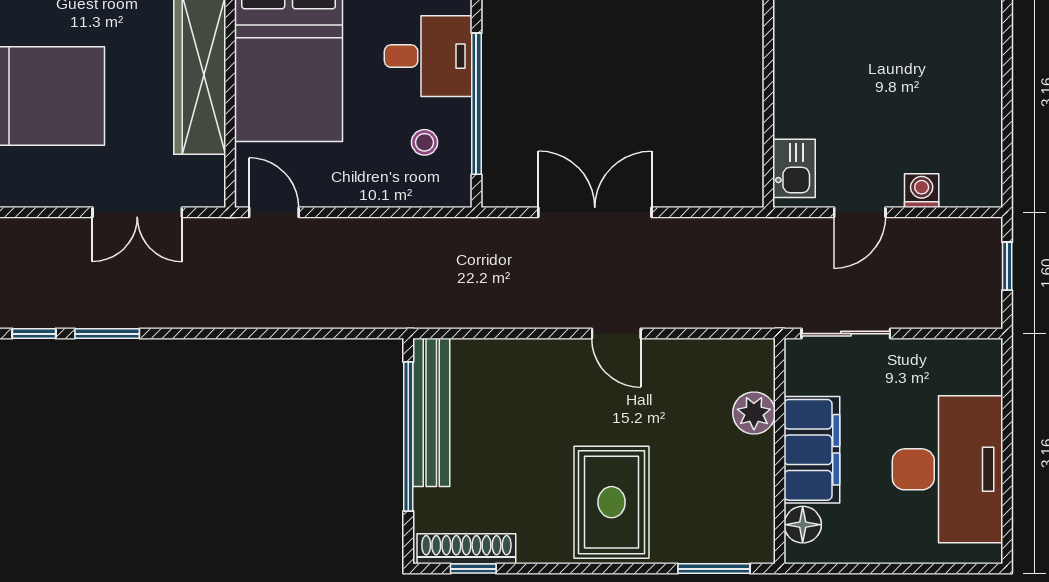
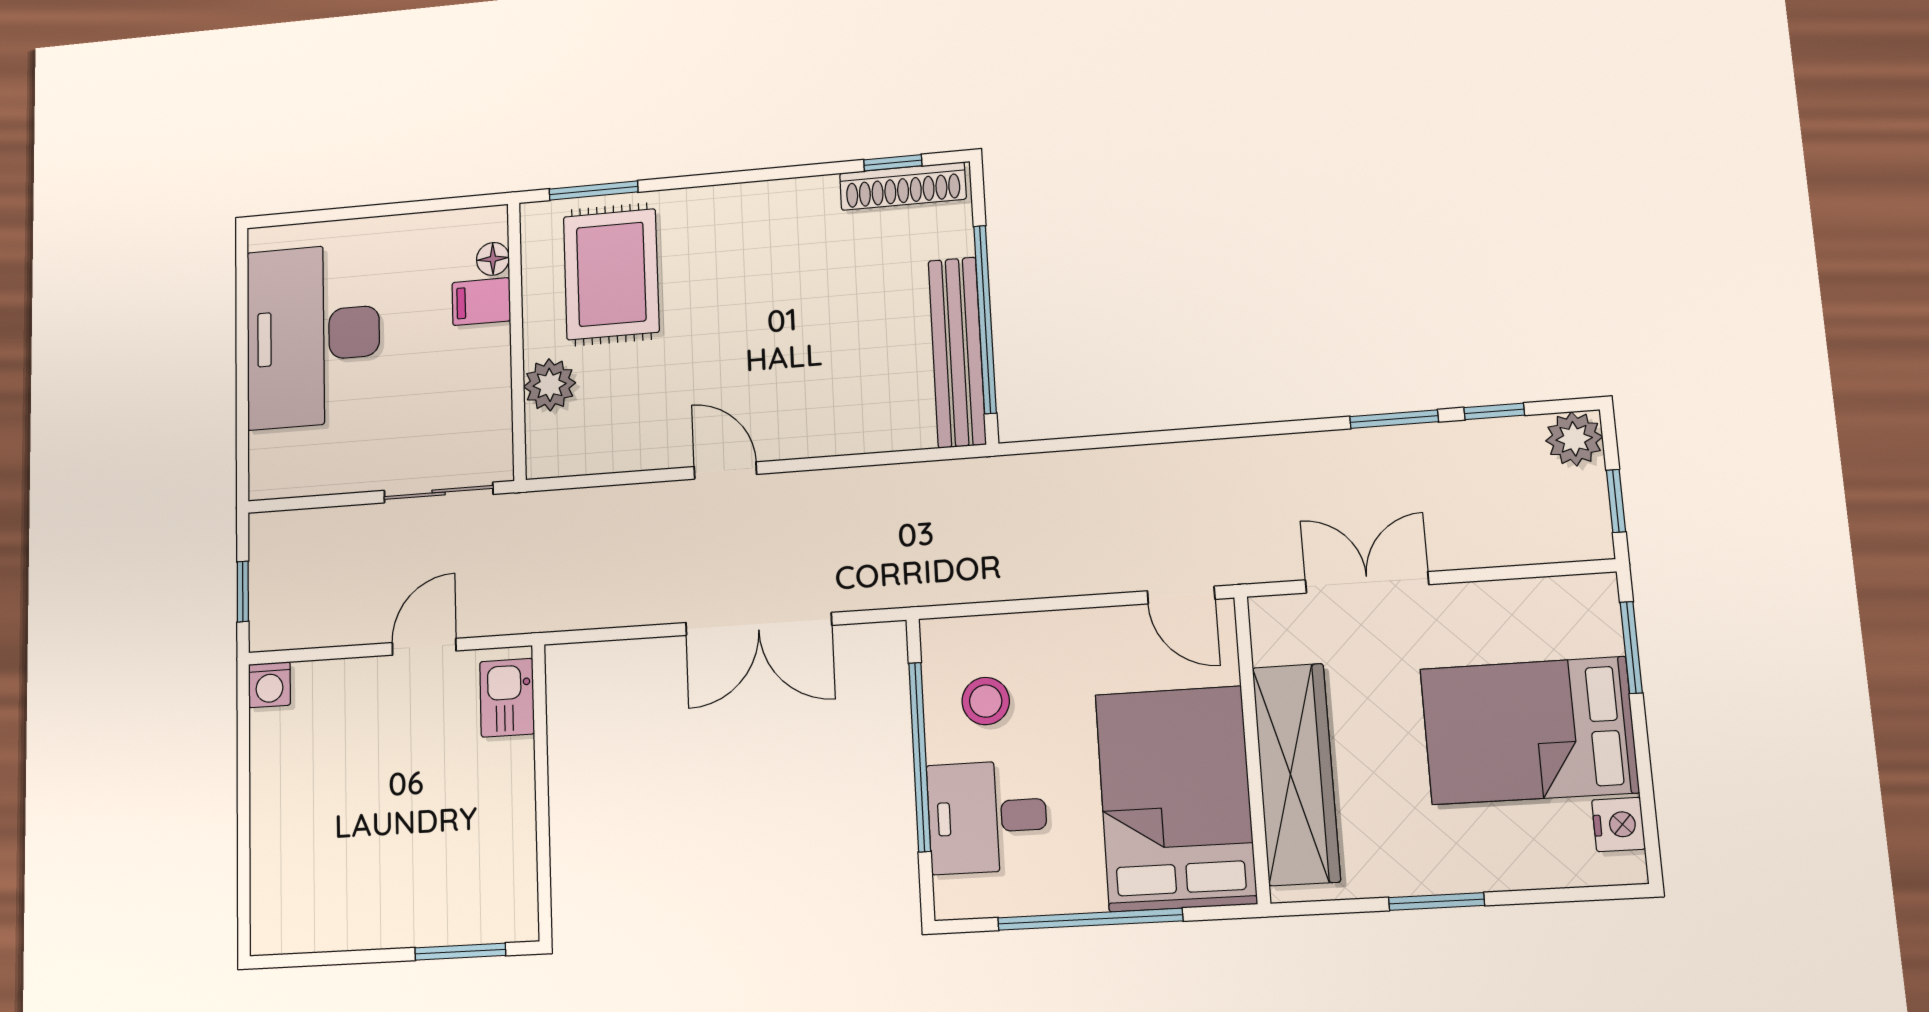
stool: (425, 142) -> (986, 701), width x1.37, depth x1.37
washing machine: (922, 191) -> (269, 685), moved
filing cabinet: (812, 450) -> (481, 302), width x0.33, depth x0.86
rug: (612, 502) -> (611, 274), moved
floor lamp: (803, 525) -> (493, 259), width x0.73, depth x0.73

